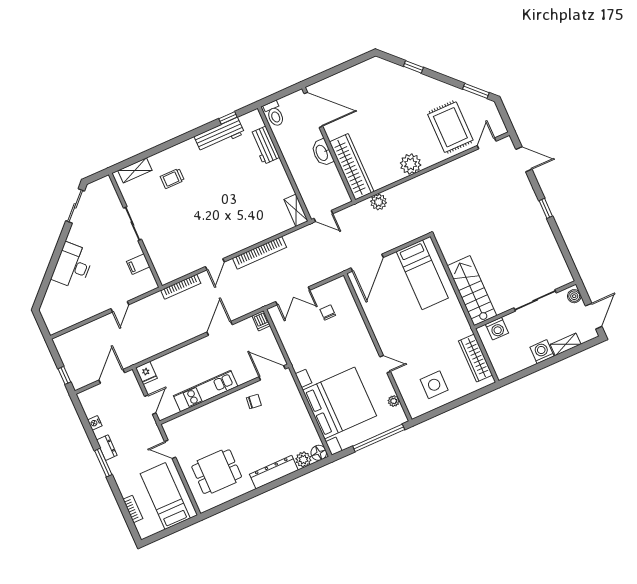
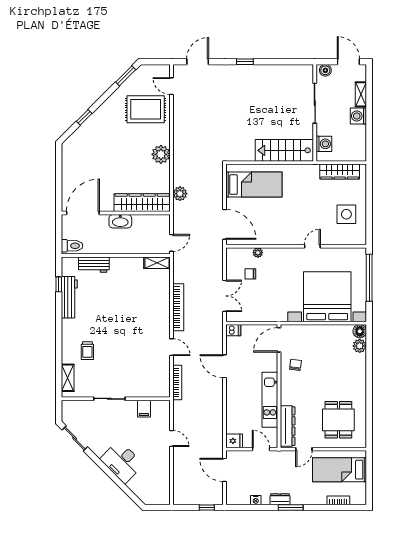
plant: (394, 401) -> (258, 253), moved
dresser: (274, 472) -> (288, 426), moved, turned 180

